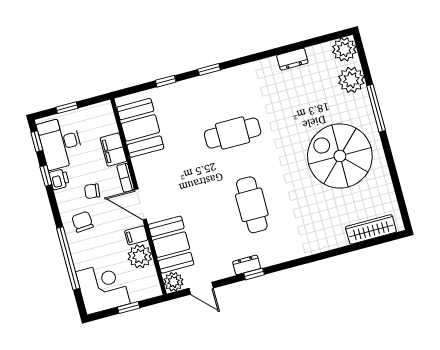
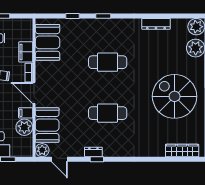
dresser: (292, 59) -> (156, 24), width x1.44
cafe table: (252, 205) -> (108, 113), turned 90

